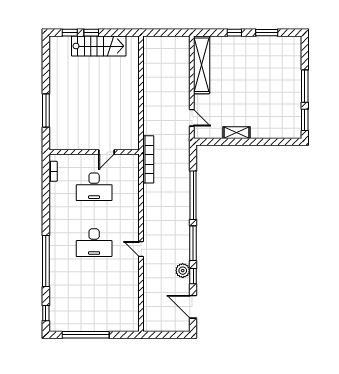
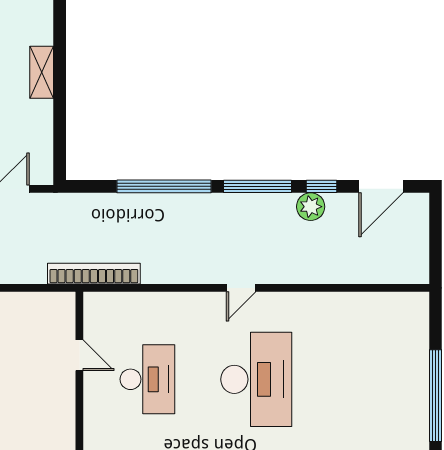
shelving: (236, 133) -> (42, 72), moved
desk: (94, 243) -> (256, 379), width x1.36, depth x1.30
door: (141, 249) -> (241, 288), moved

